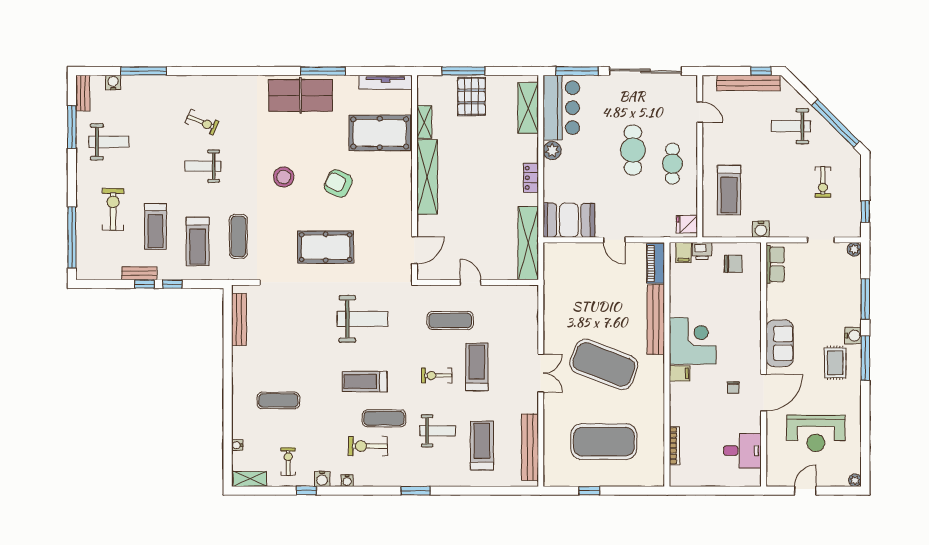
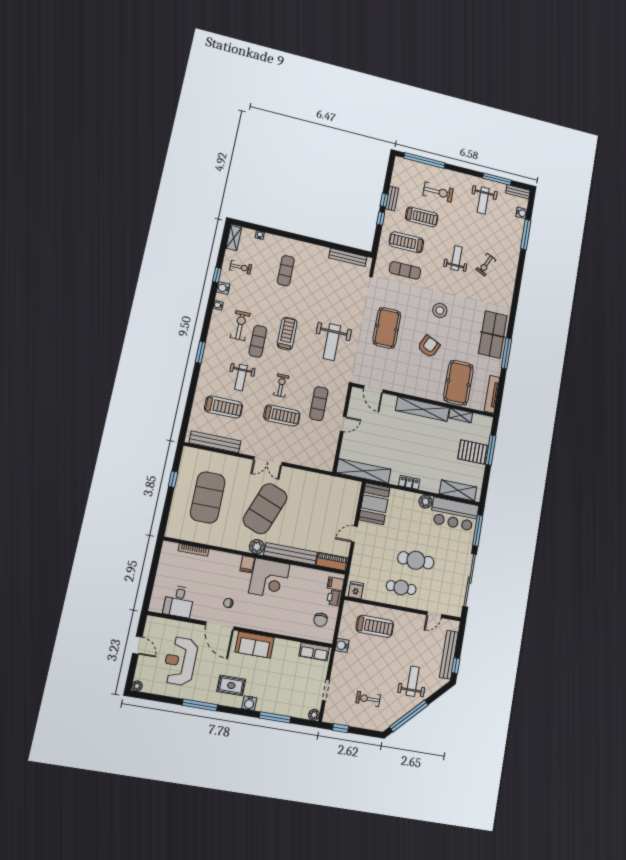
treadmill: (729, 190) -> (375, 626), turned 180
treadmill: (155, 227) -> (422, 217), turned 180
window: (865, 358) -> (200, 705), moved
plant: (655, 365) -> (257, 547), added

